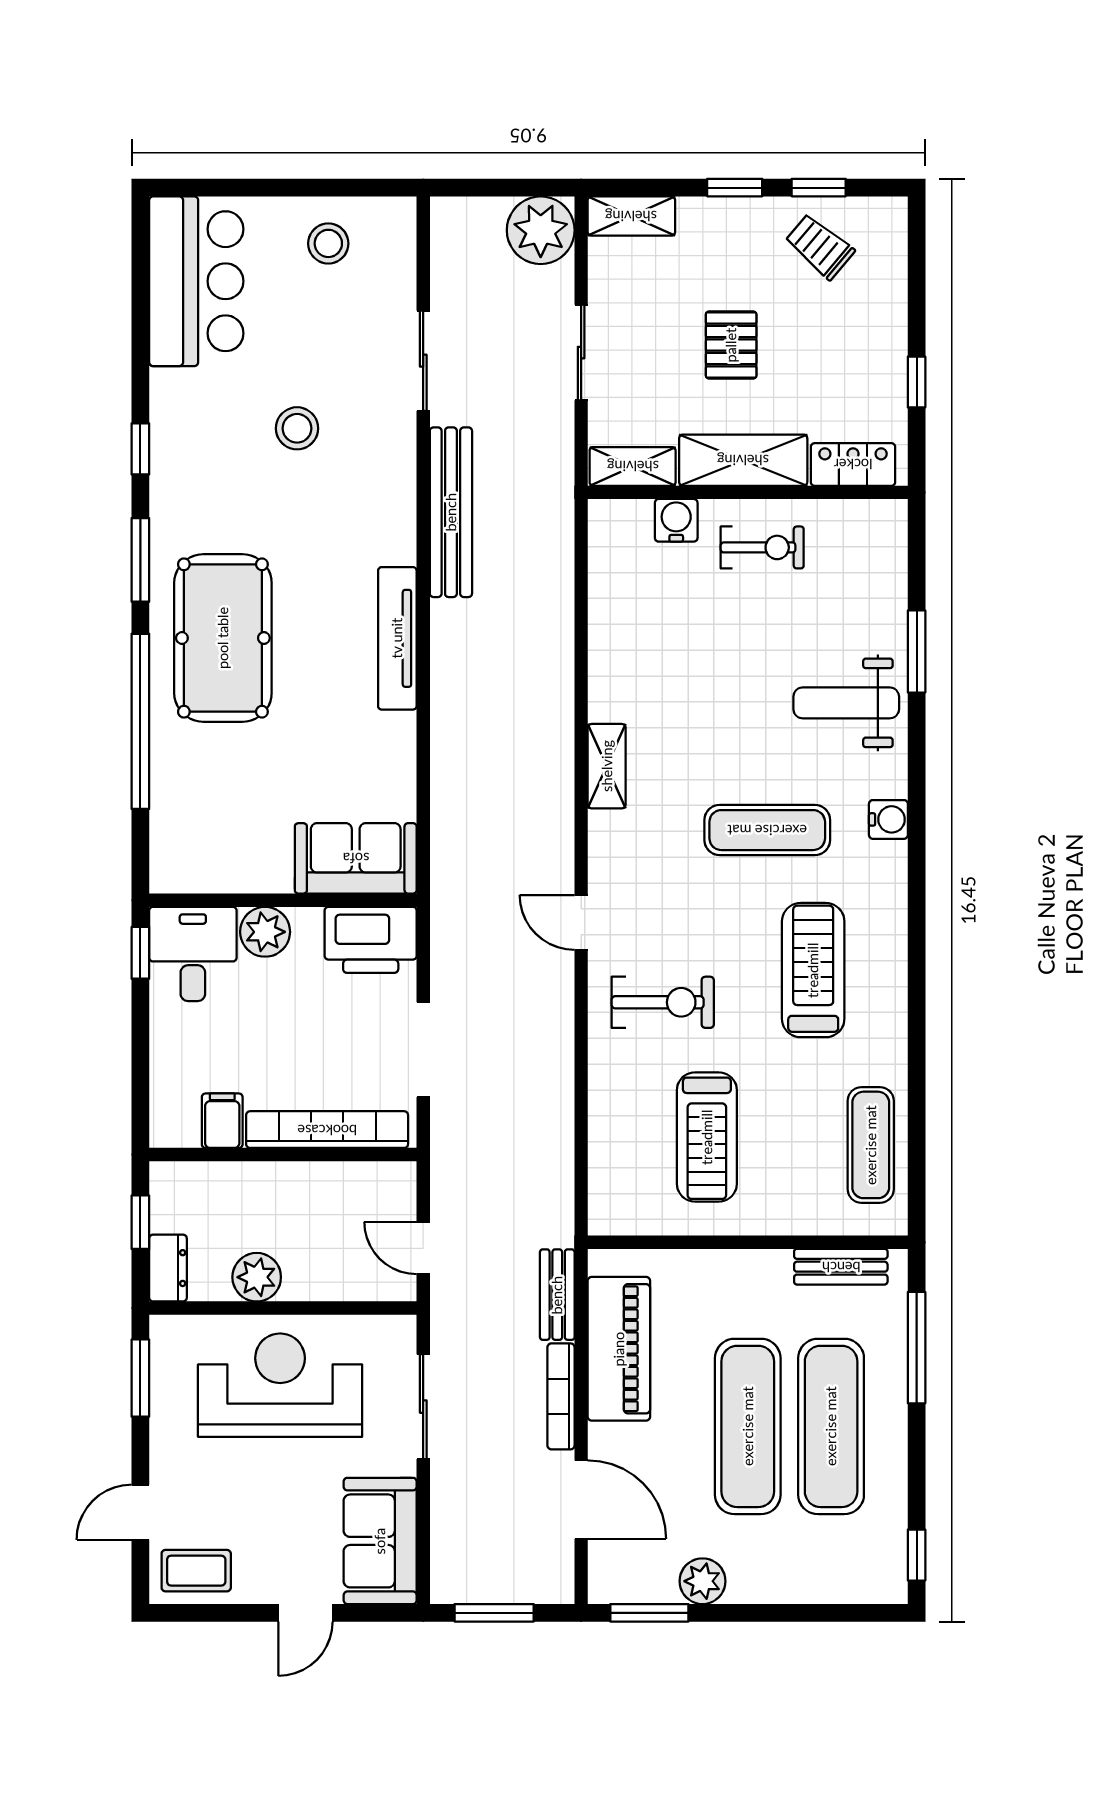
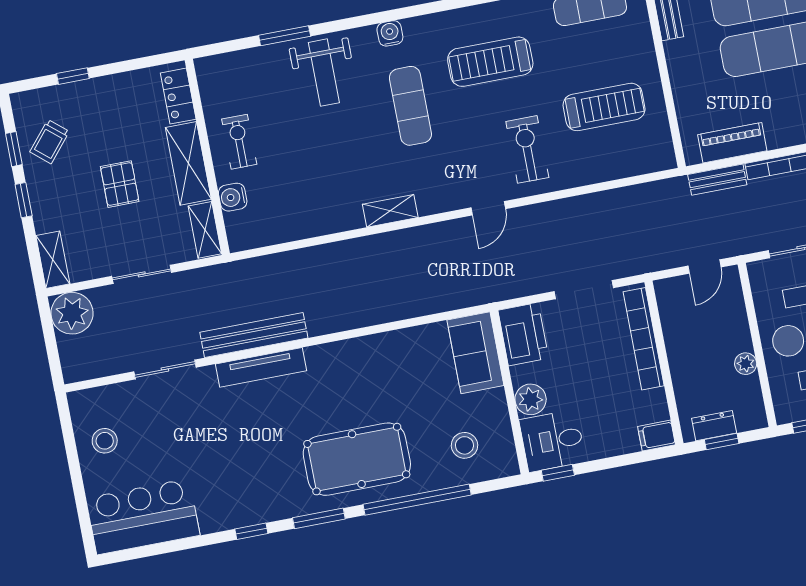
pallet: (731, 345) -> (120, 184), turned 90
window: (917, 382) -> (73, 76), moved
stool: (297, 428) -> (464, 445), moved
tv unit: (397, 638) -> (261, 367), moved
filing cabinet: (222, 1121) -> (657, 436), moved
dresser: (168, 1268) -> (714, 426), moved
plant: (257, 1277) -> (746, 364), width x0.73, depth x0.73
piano: (619, 1349) -> (732, 143), width x0.73, depth x0.75

